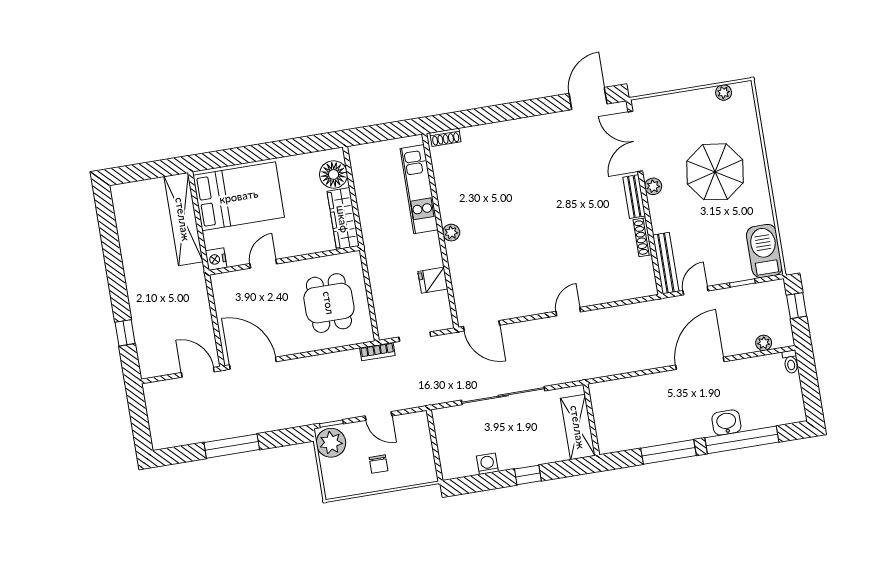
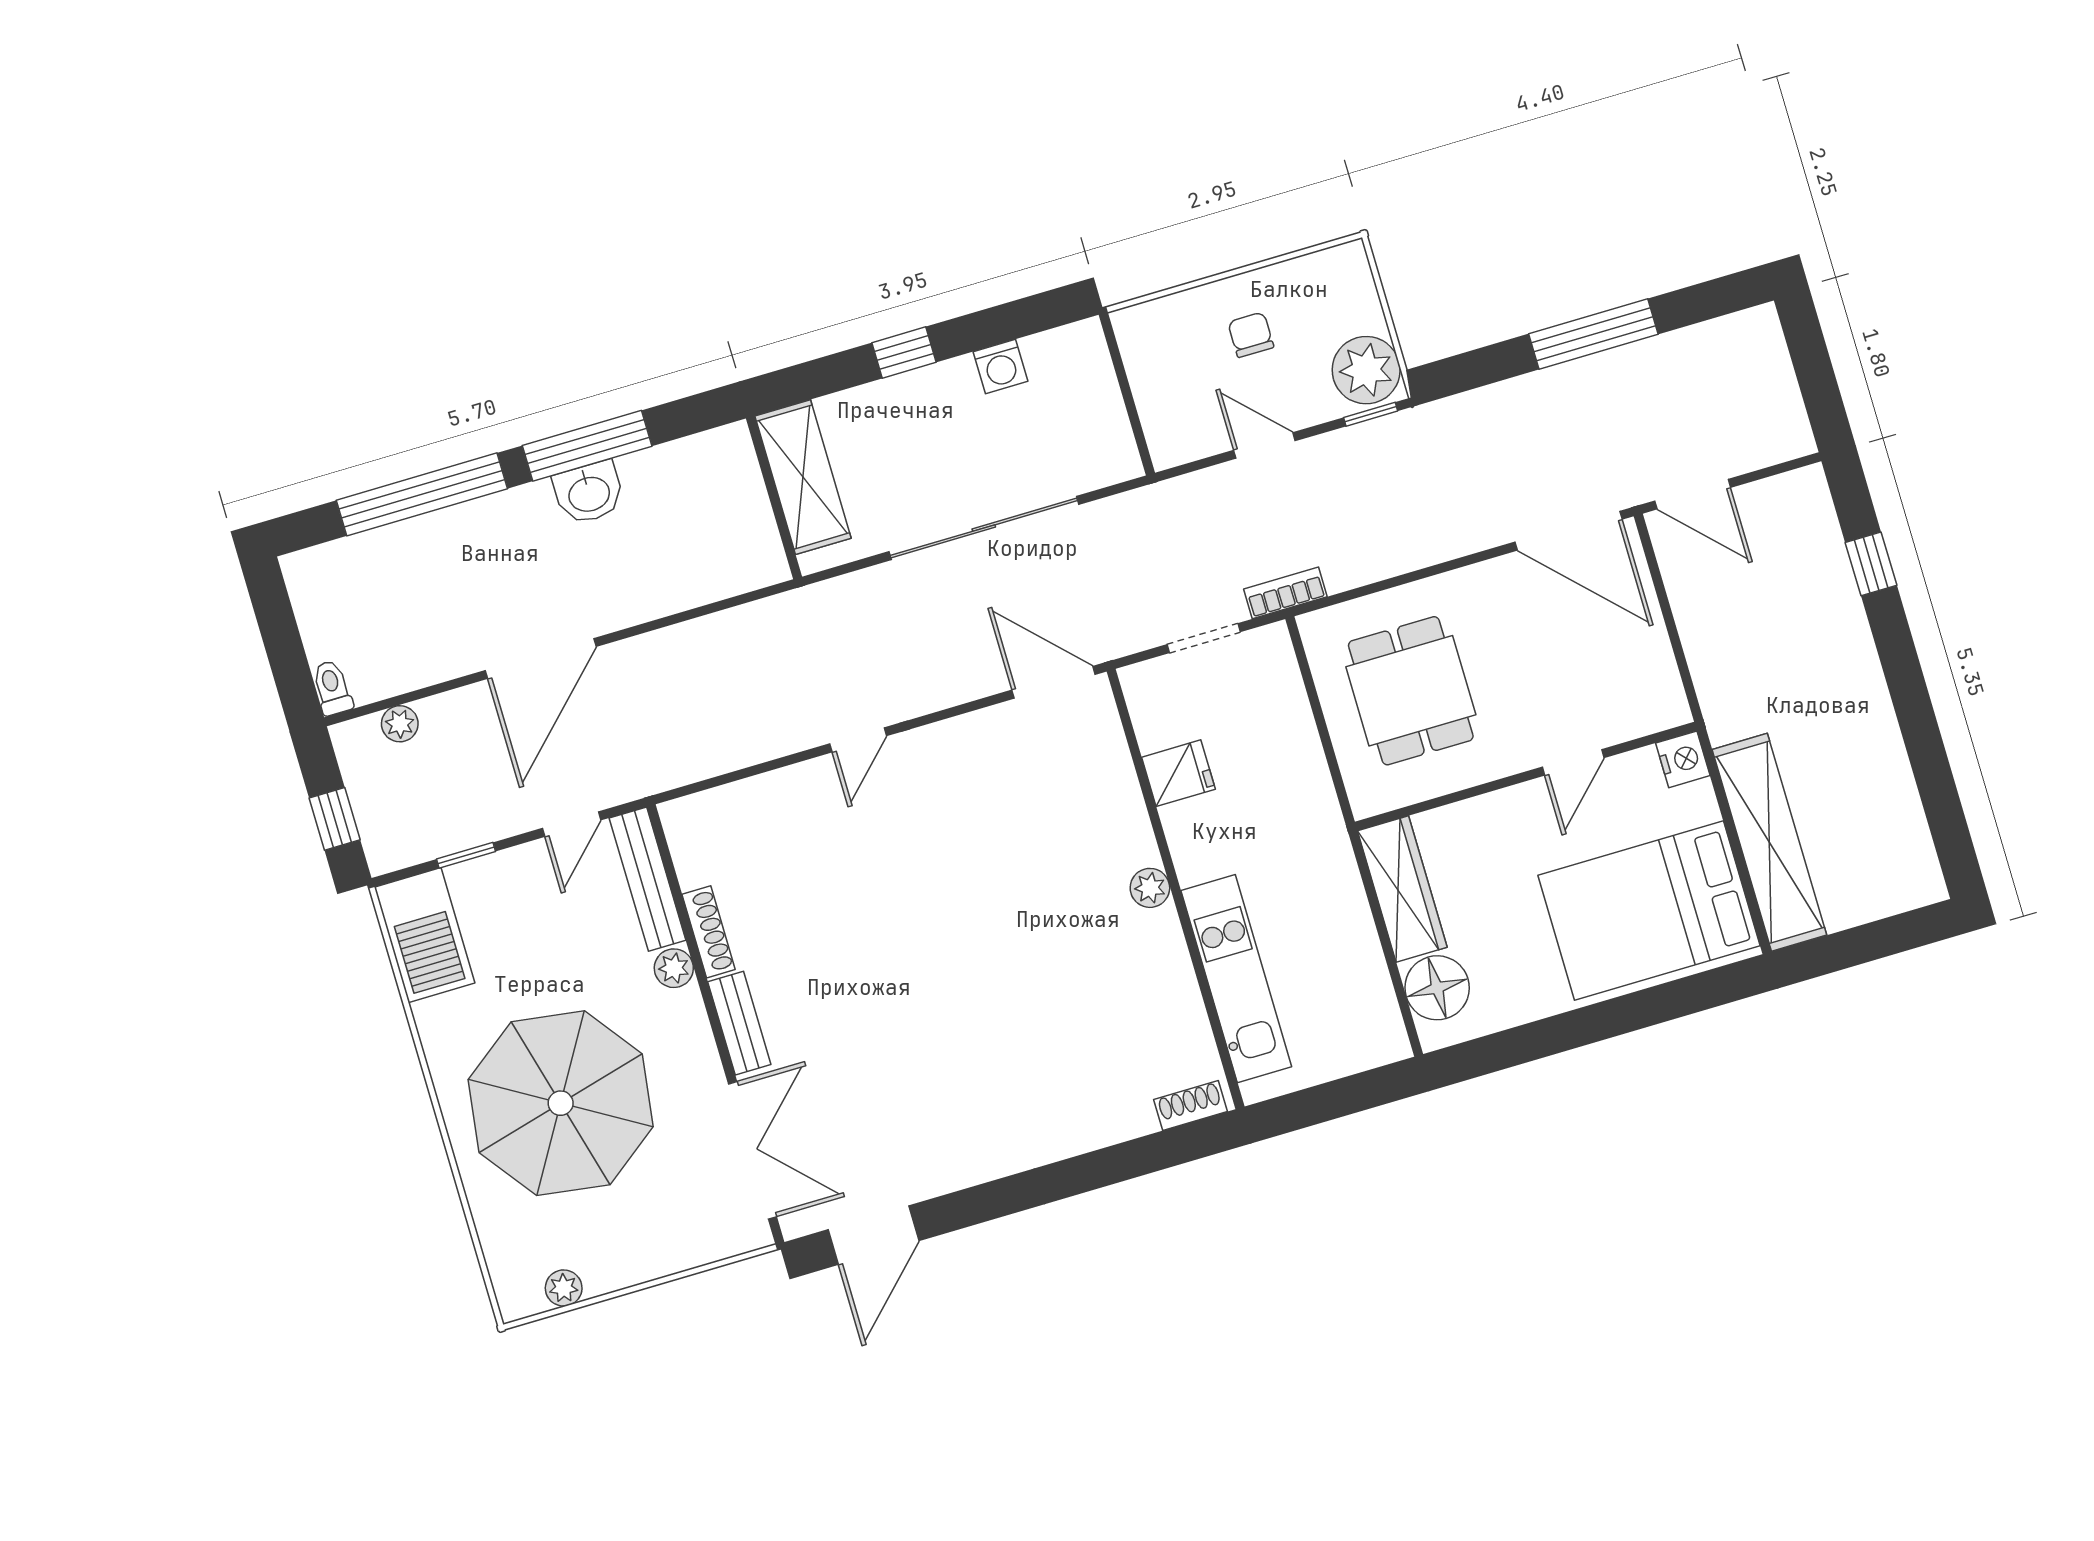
parasol: (715, 172) -> (561, 1103), width x1.36, depth x1.36
plant: (653, 186) -> (674, 968), moved
washbasin: (726, 423) -> (589, 493), moved

